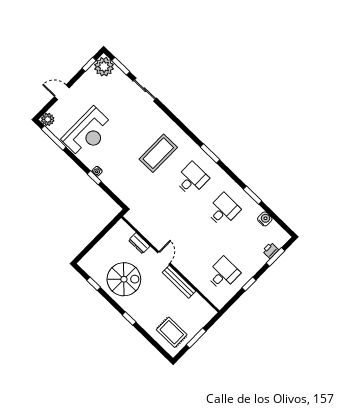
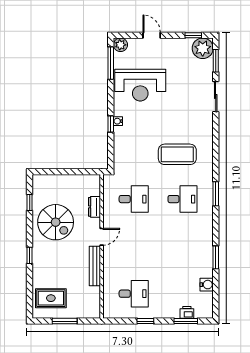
desk: (223, 210) -> (134, 199), moved
rug: (172, 332) -> (51, 298), turned 90

